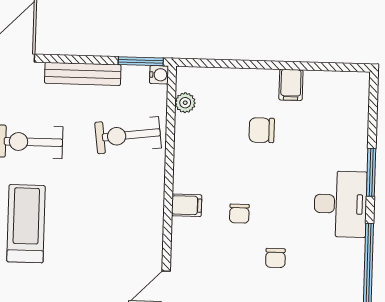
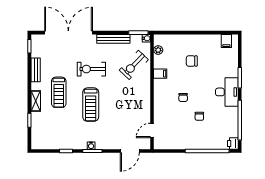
filing cabinet: (291, 85) -> (226, 41), moved
exercise bike: (128, 135) -> (134, 65), turned -39
filing cabinet: (187, 205) -> (160, 74), moved
treadmill: (26, 224) -> (91, 105), turned 180

